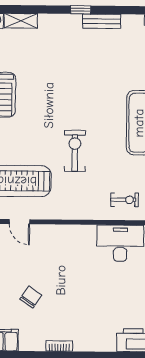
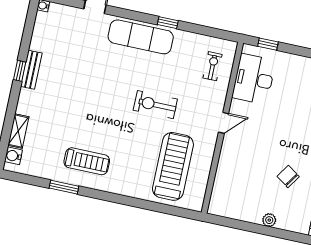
bench: (102, 21) -> (31, 70), moved
door: (20, 222) -> (224, 123), moved

